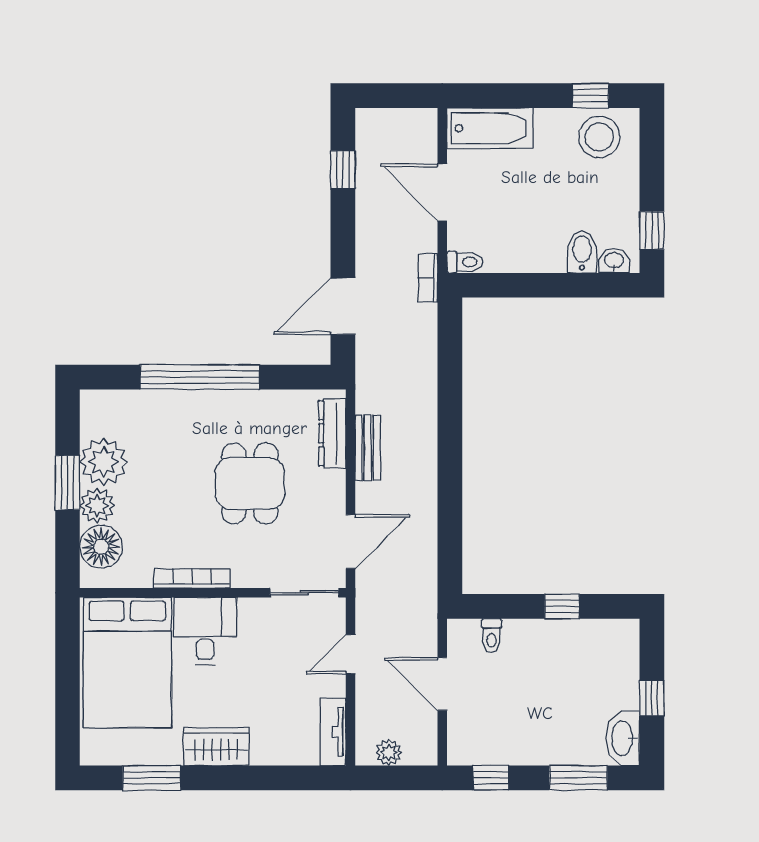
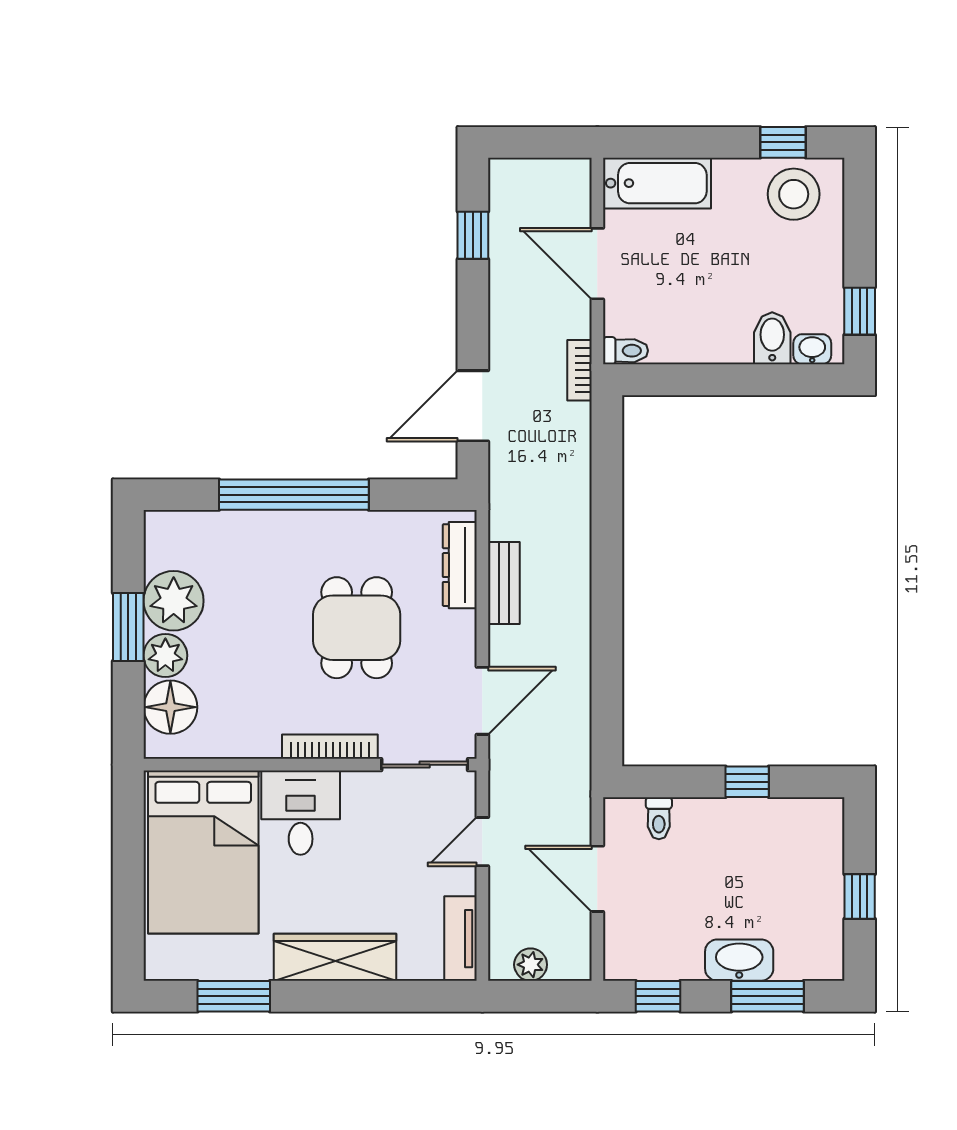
bookcase: (192, 578) -> (330, 747), moved
washbasin: (623, 738) -> (739, 960), moved, turned 90
wardrobe: (216, 747) -> (335, 957), width x1.50

